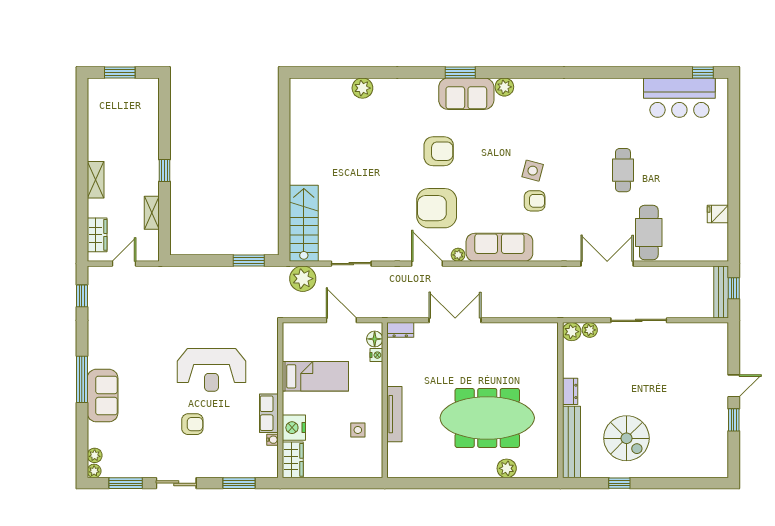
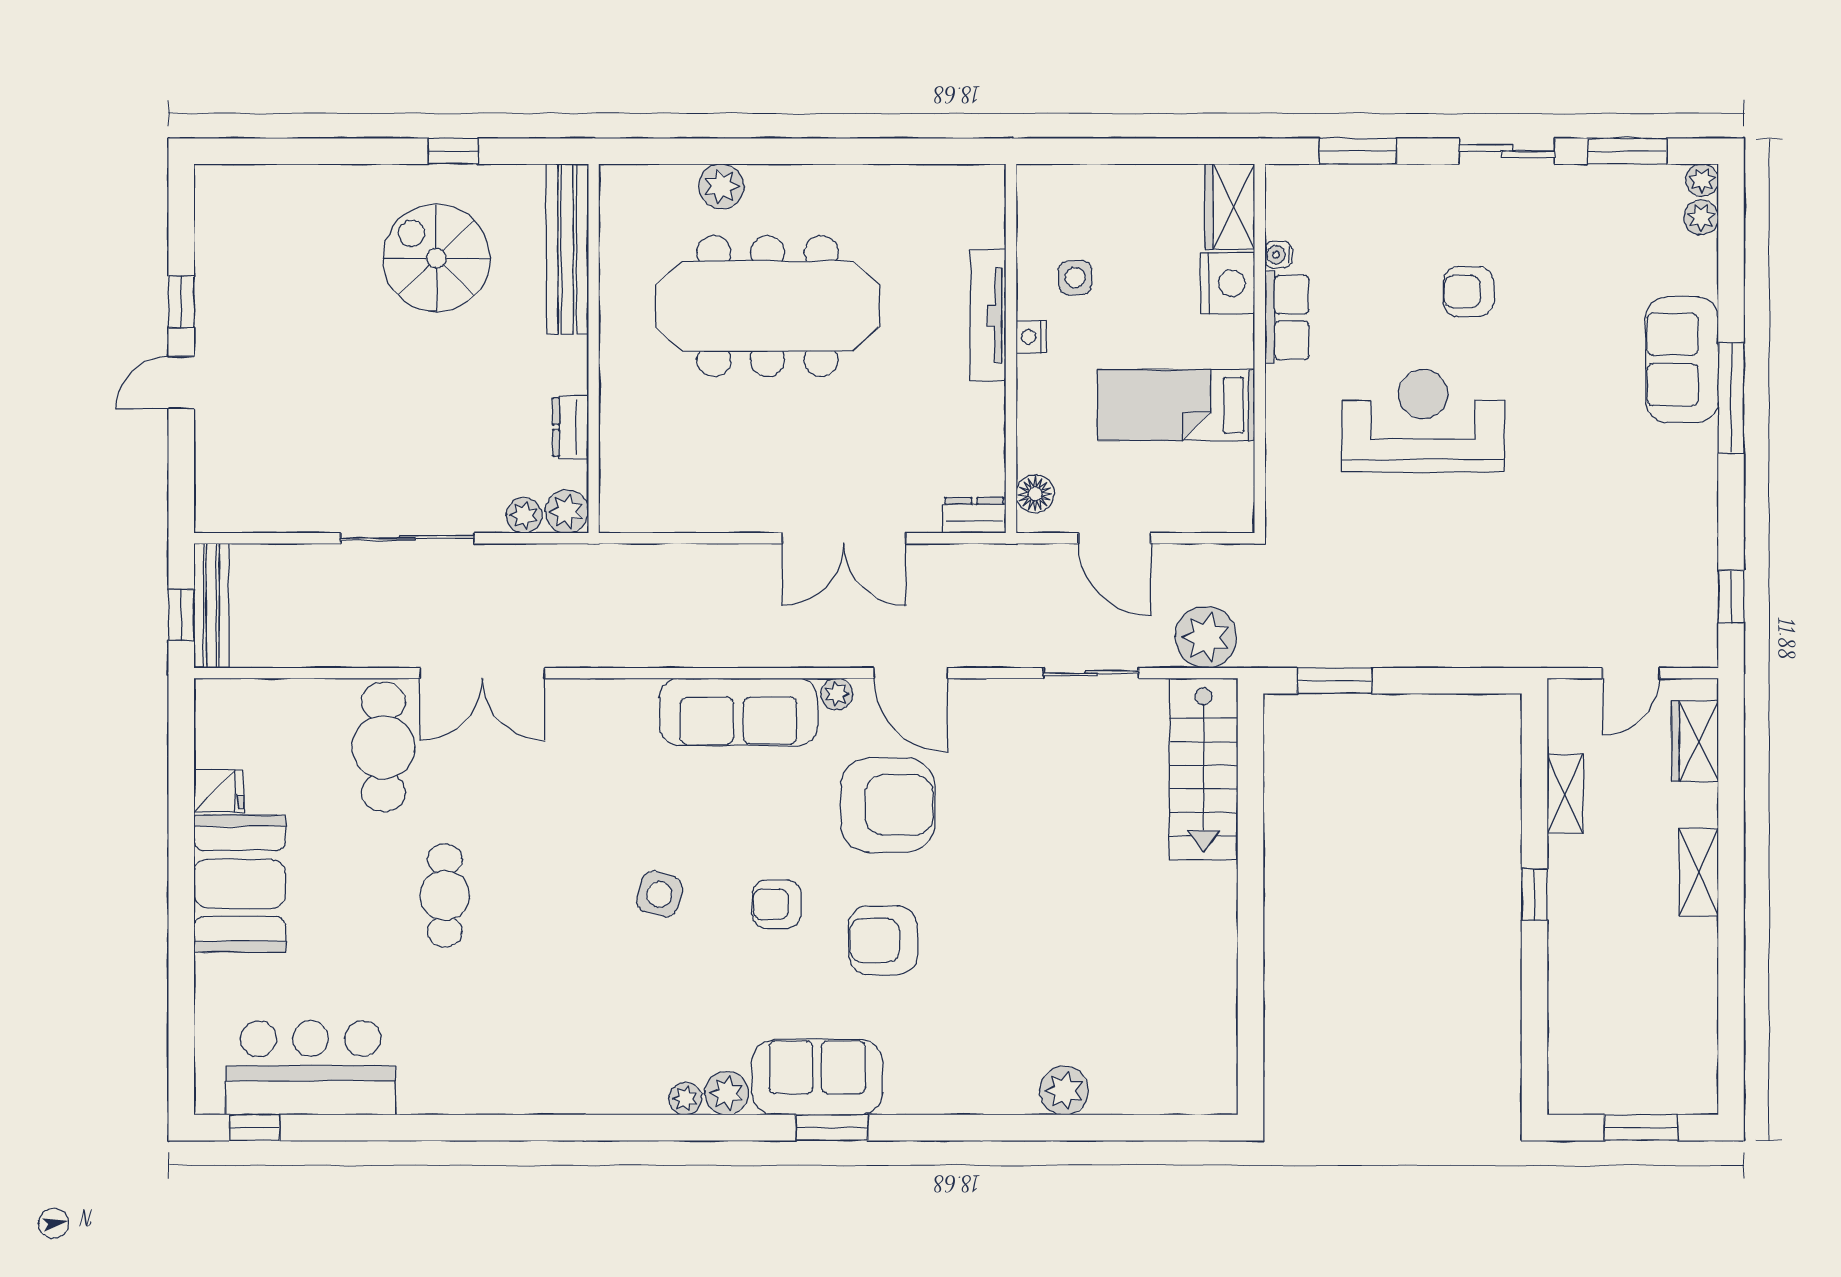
plant: (522, 85) -> (685, 1099), added
booth: (709, 175) -> (240, 884), added
armchair: (535, 201) -> (777, 904), moved
nightstand: (376, 355) -> (1031, 337), moved
dresser: (570, 391) -> (571, 427), moved

